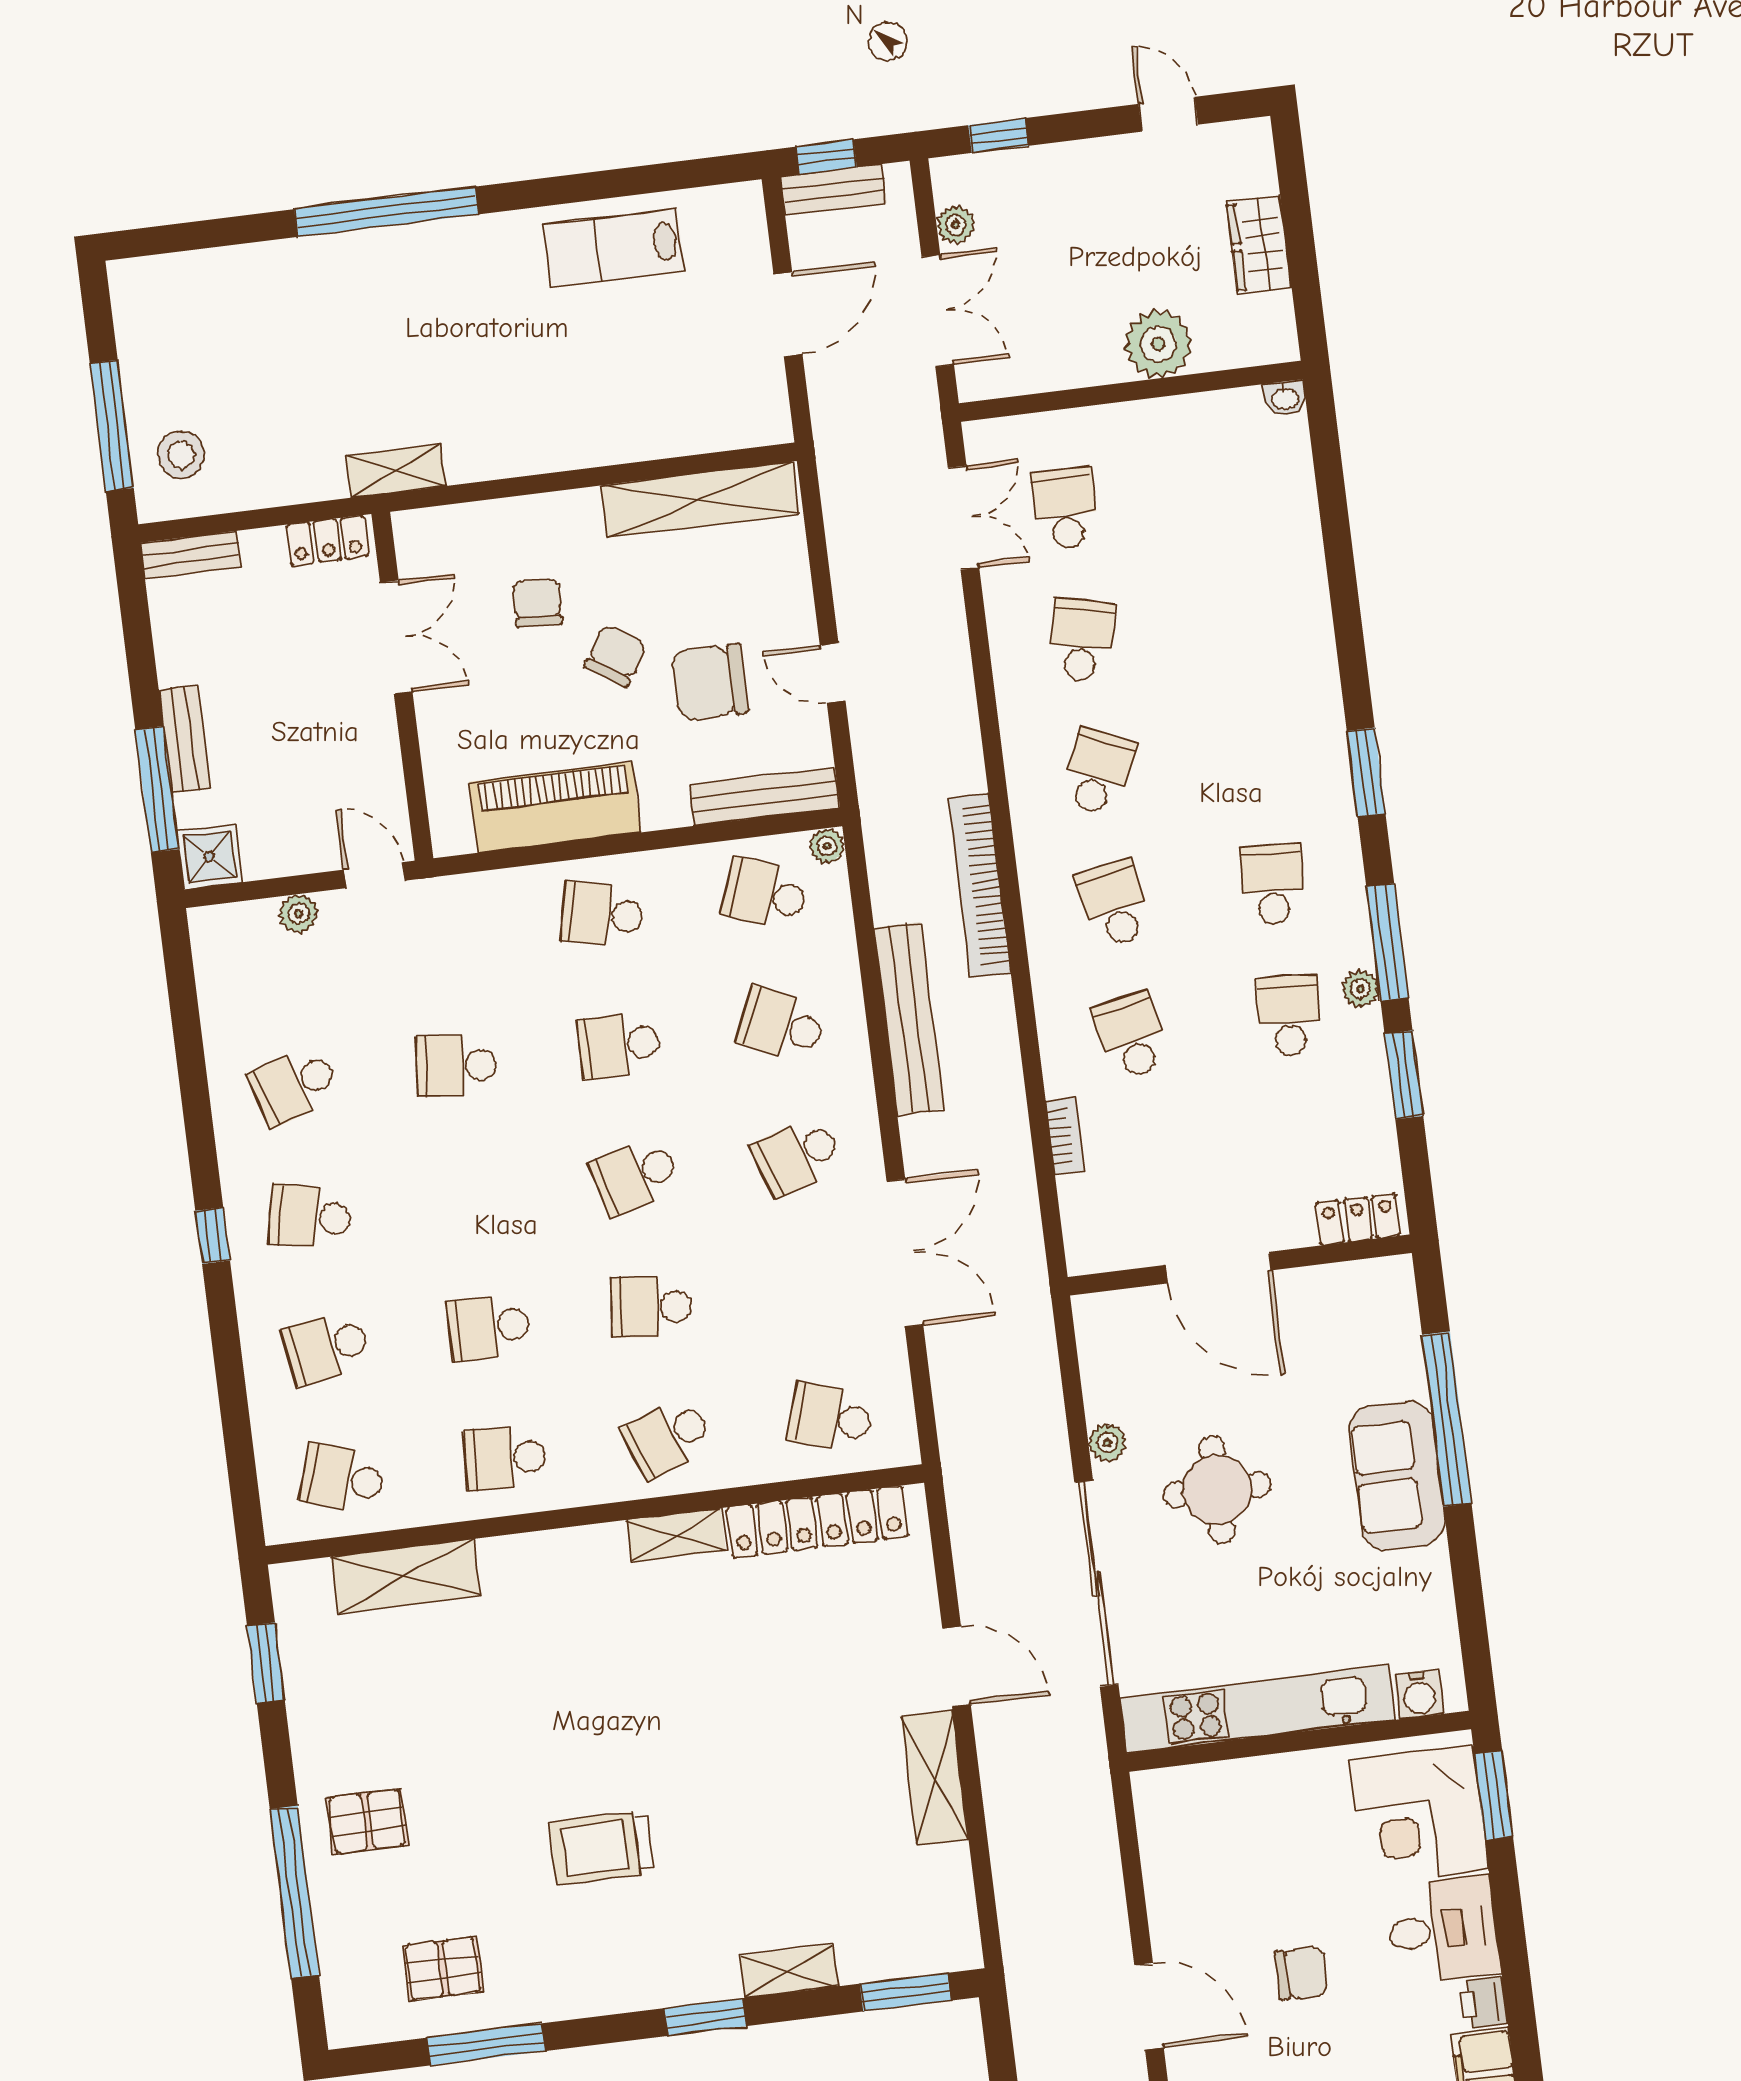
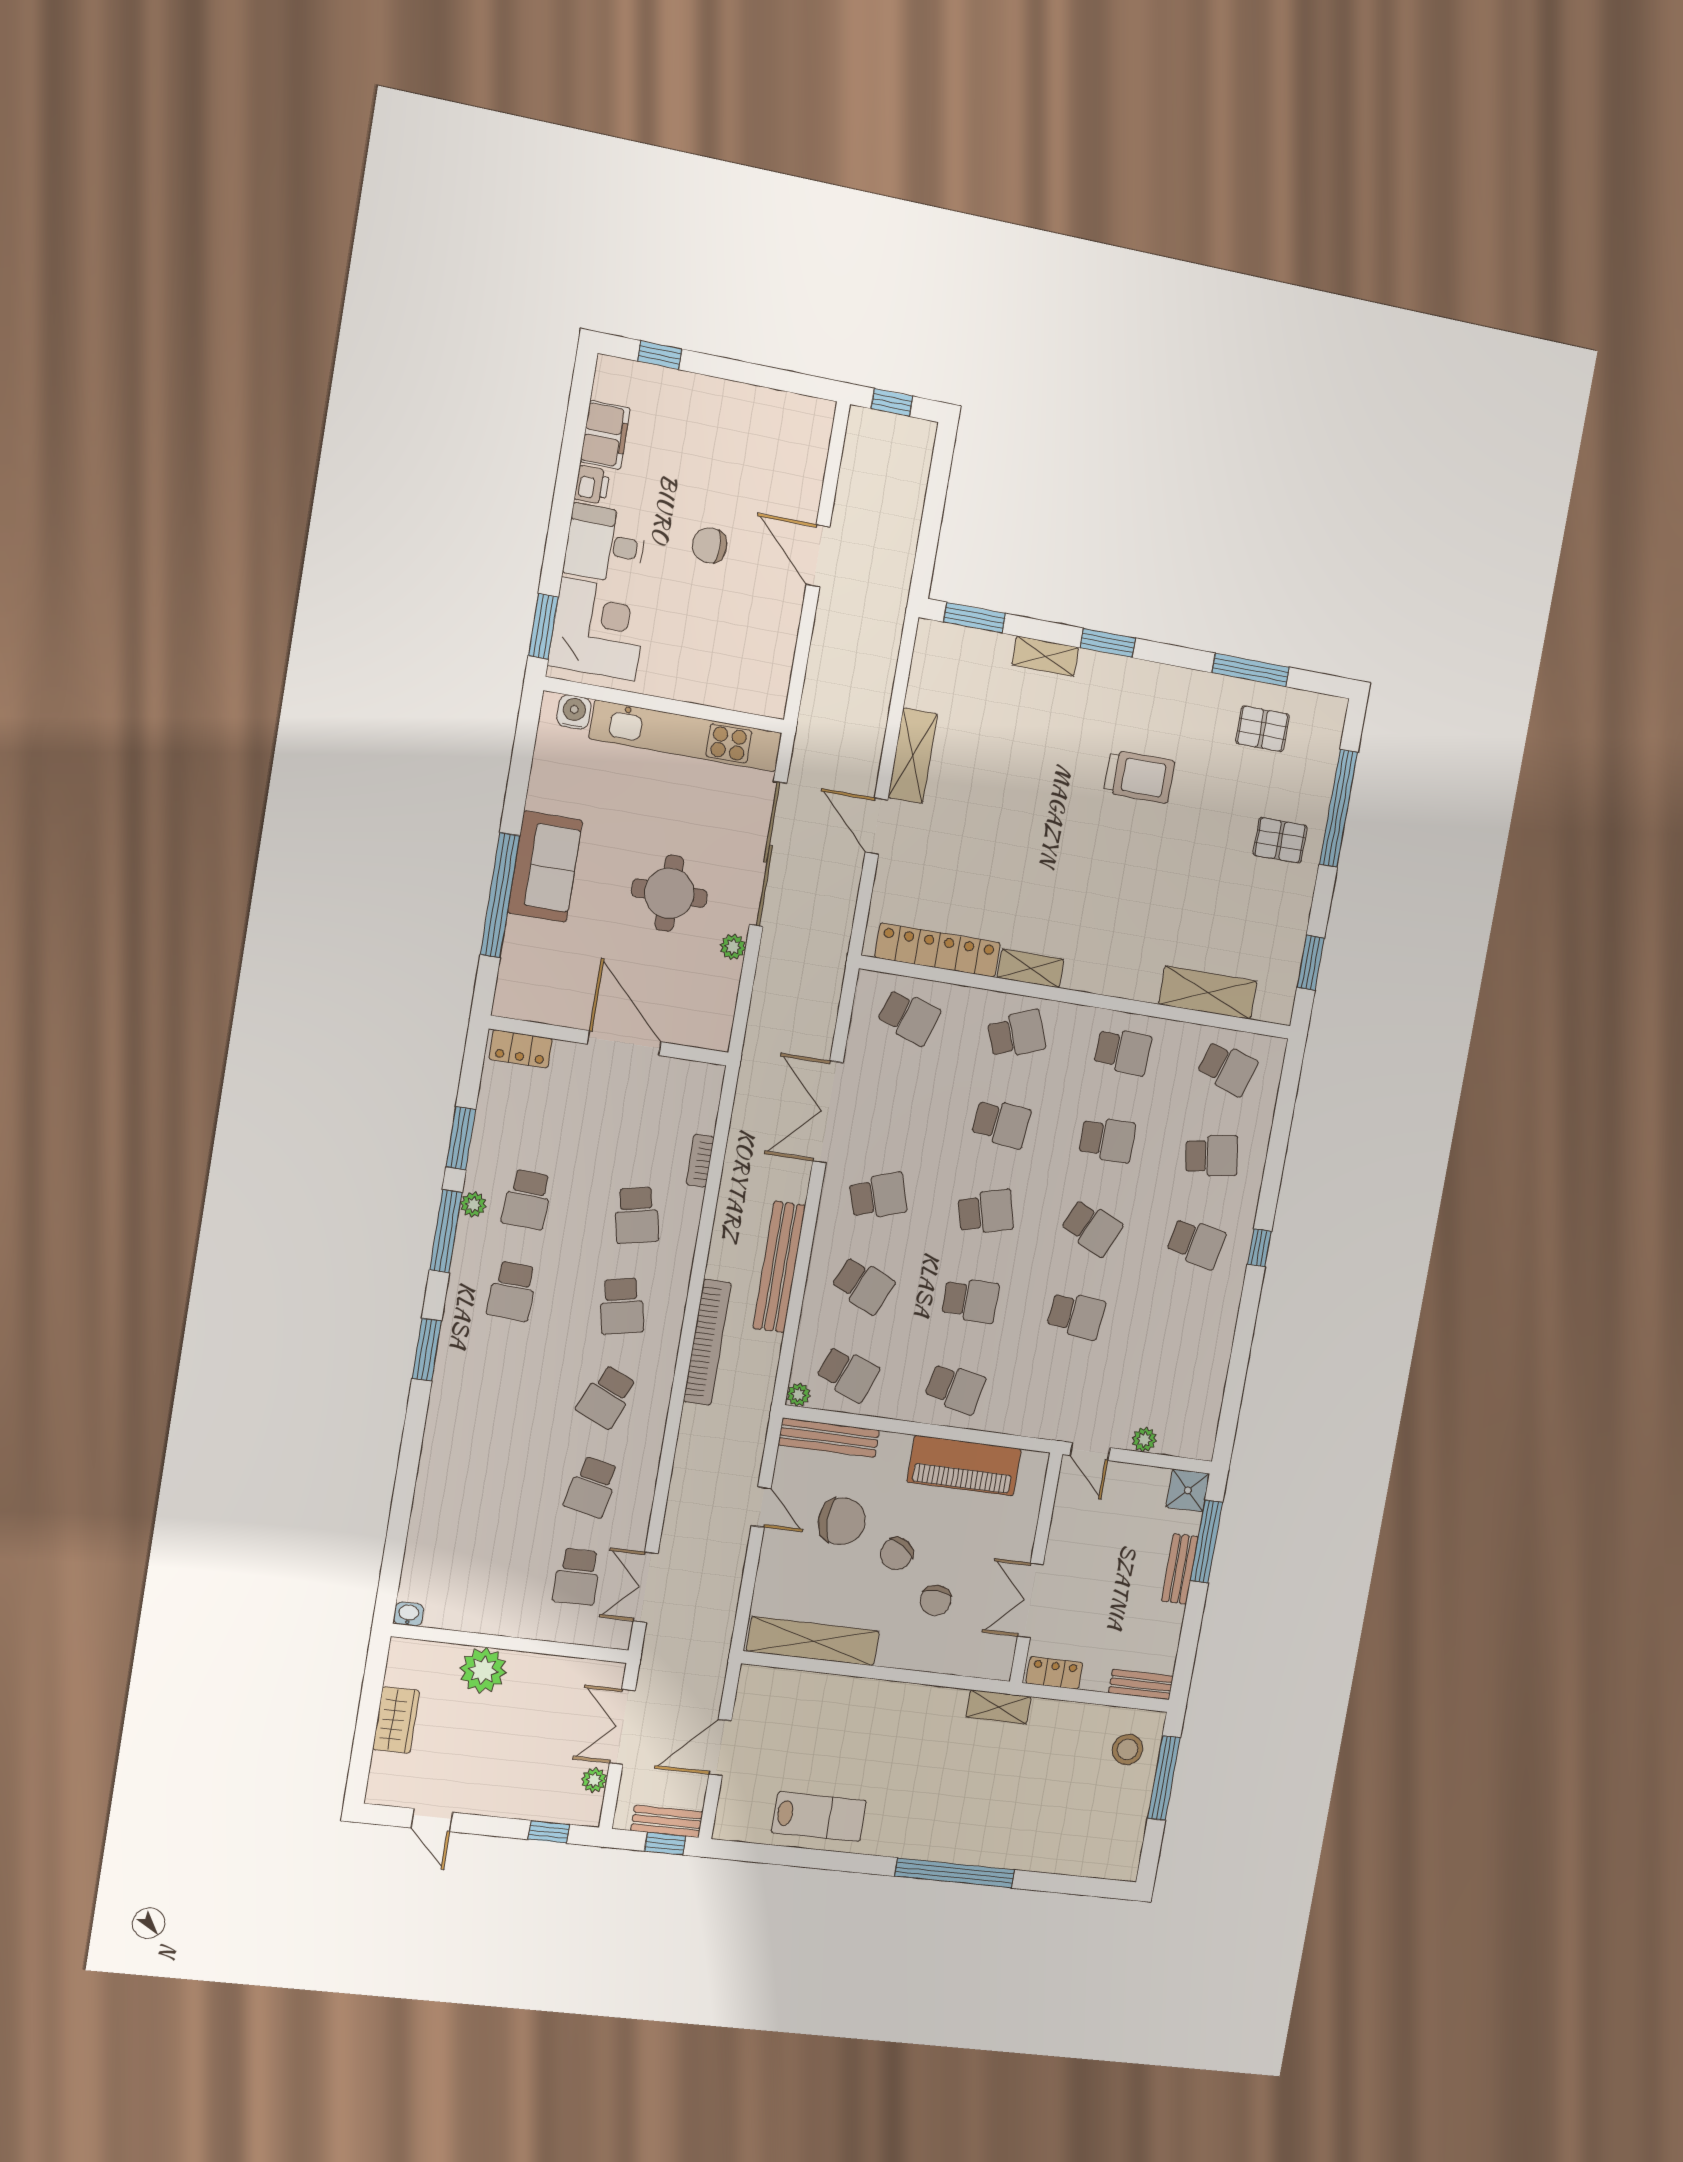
school desk: (294, 1086) -> (1092, 1228), moved, turned 42

